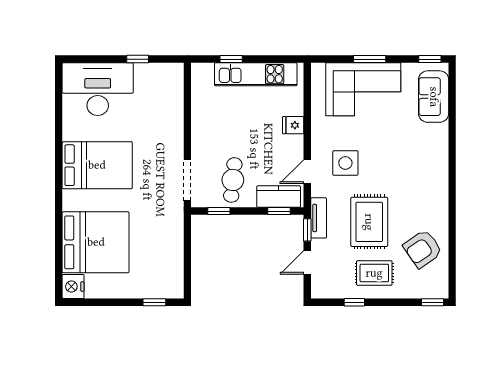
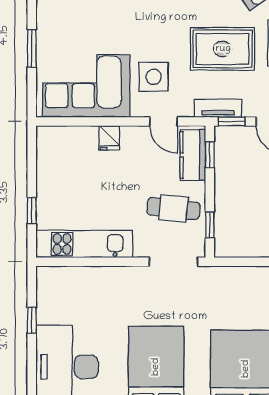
kitchen unit: (256, 74) -> (84, 244), moved, turned -90
corner sofa: (363, 89) -> (86, 86), moved, turned -90

